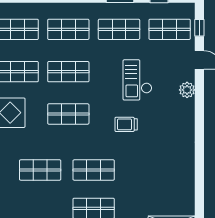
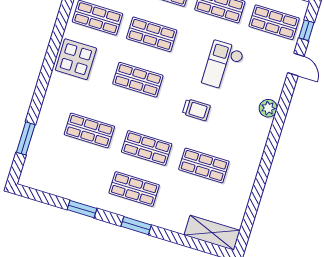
plant: (187, 90) -> (268, 108), moved
trolley: (126, 124) -> (196, 110), turned 180
shop shelf: (147, 170) -> (204, 165), added

